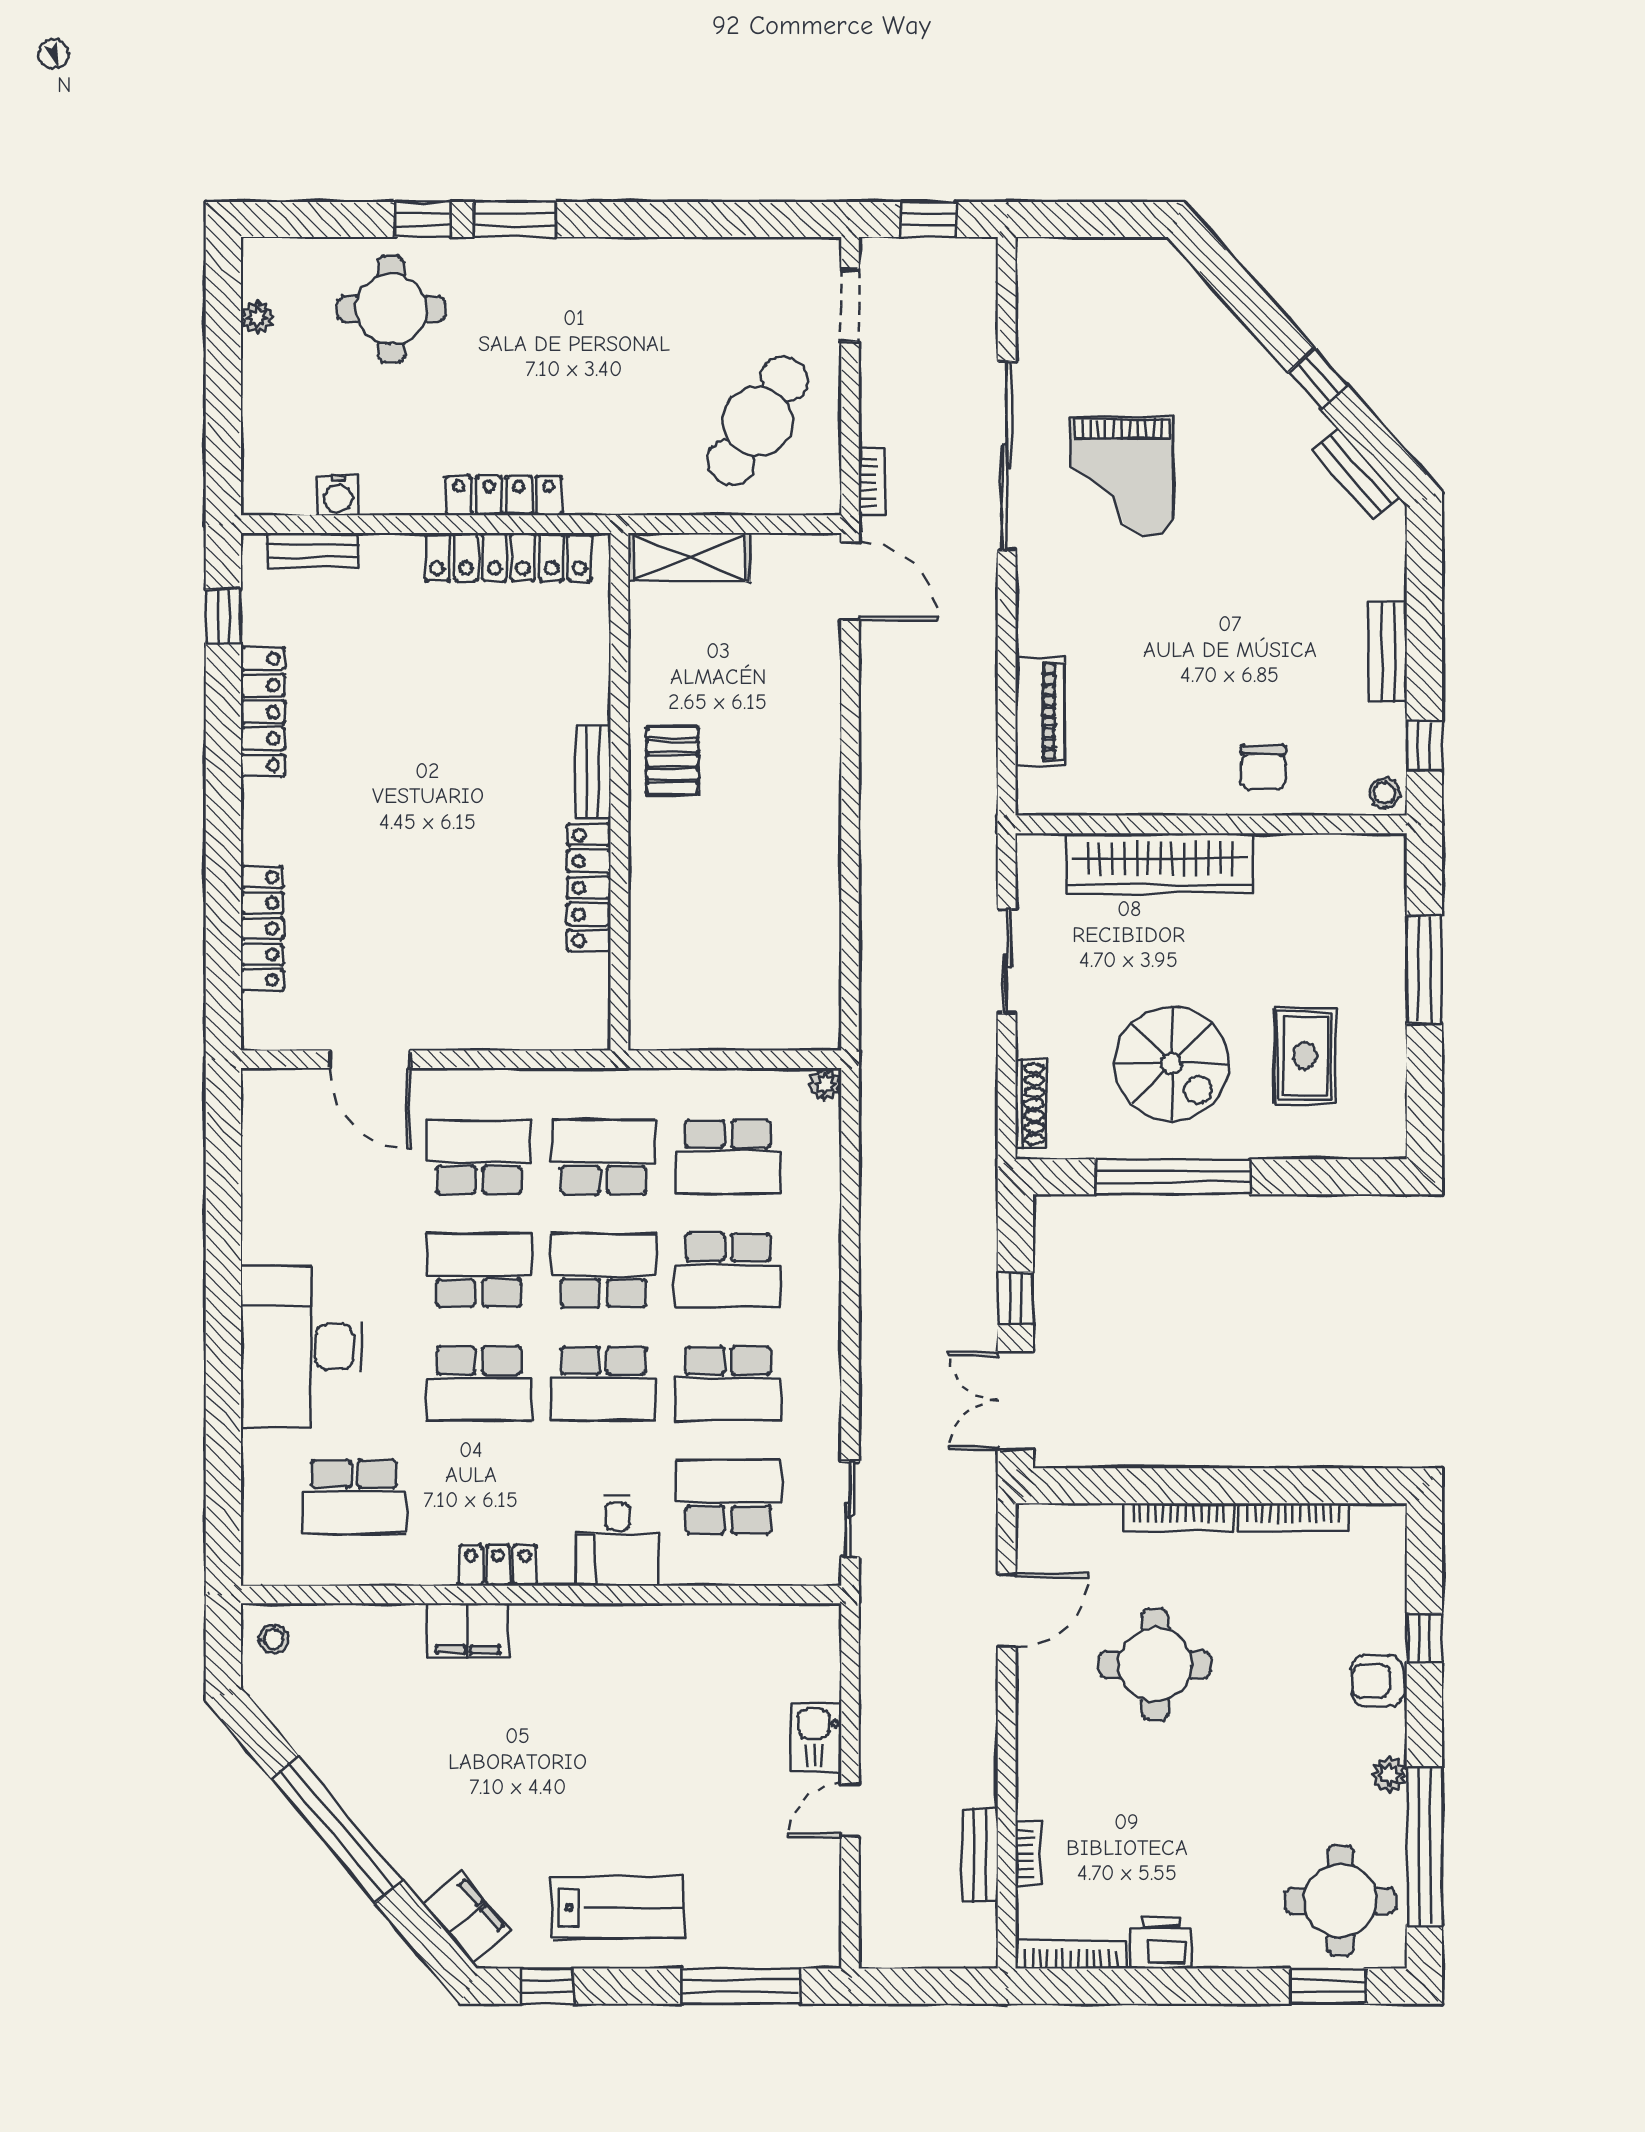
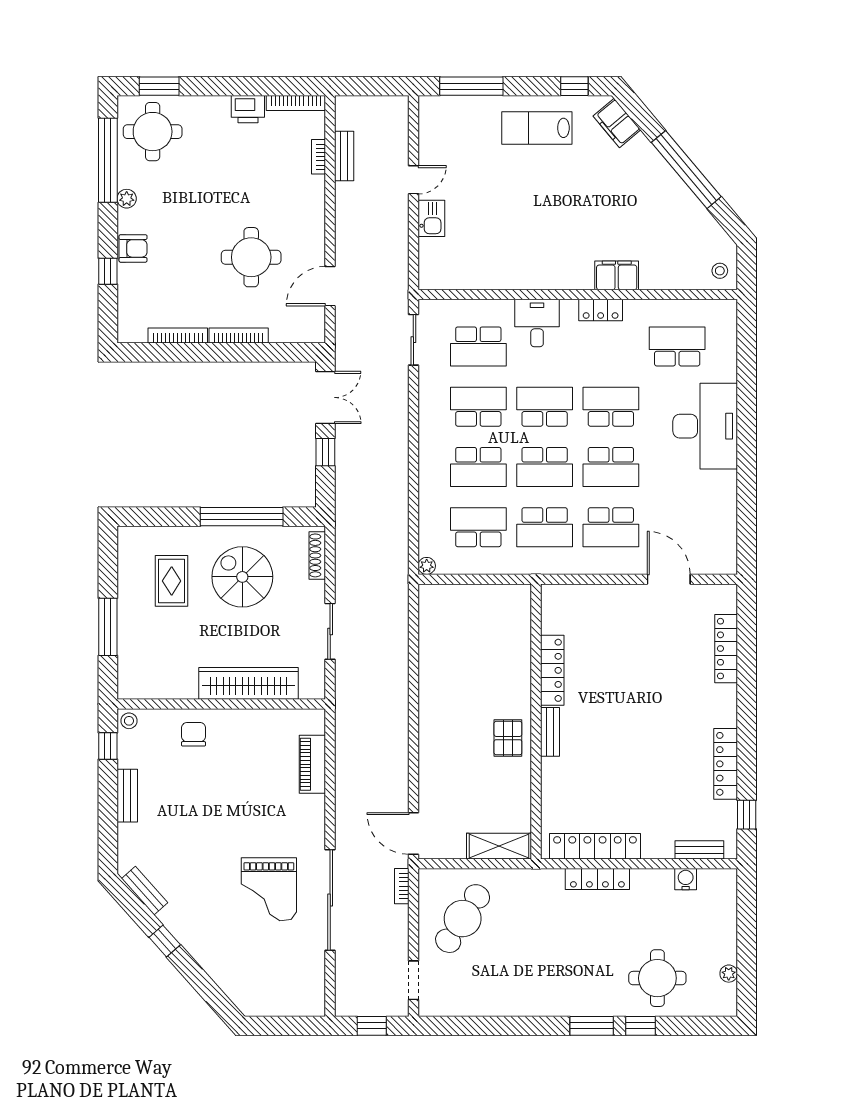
grand piano: (1122, 476) -> (269, 889), turned 180
school desk: (728, 1270) -> (478, 467), turned 180

